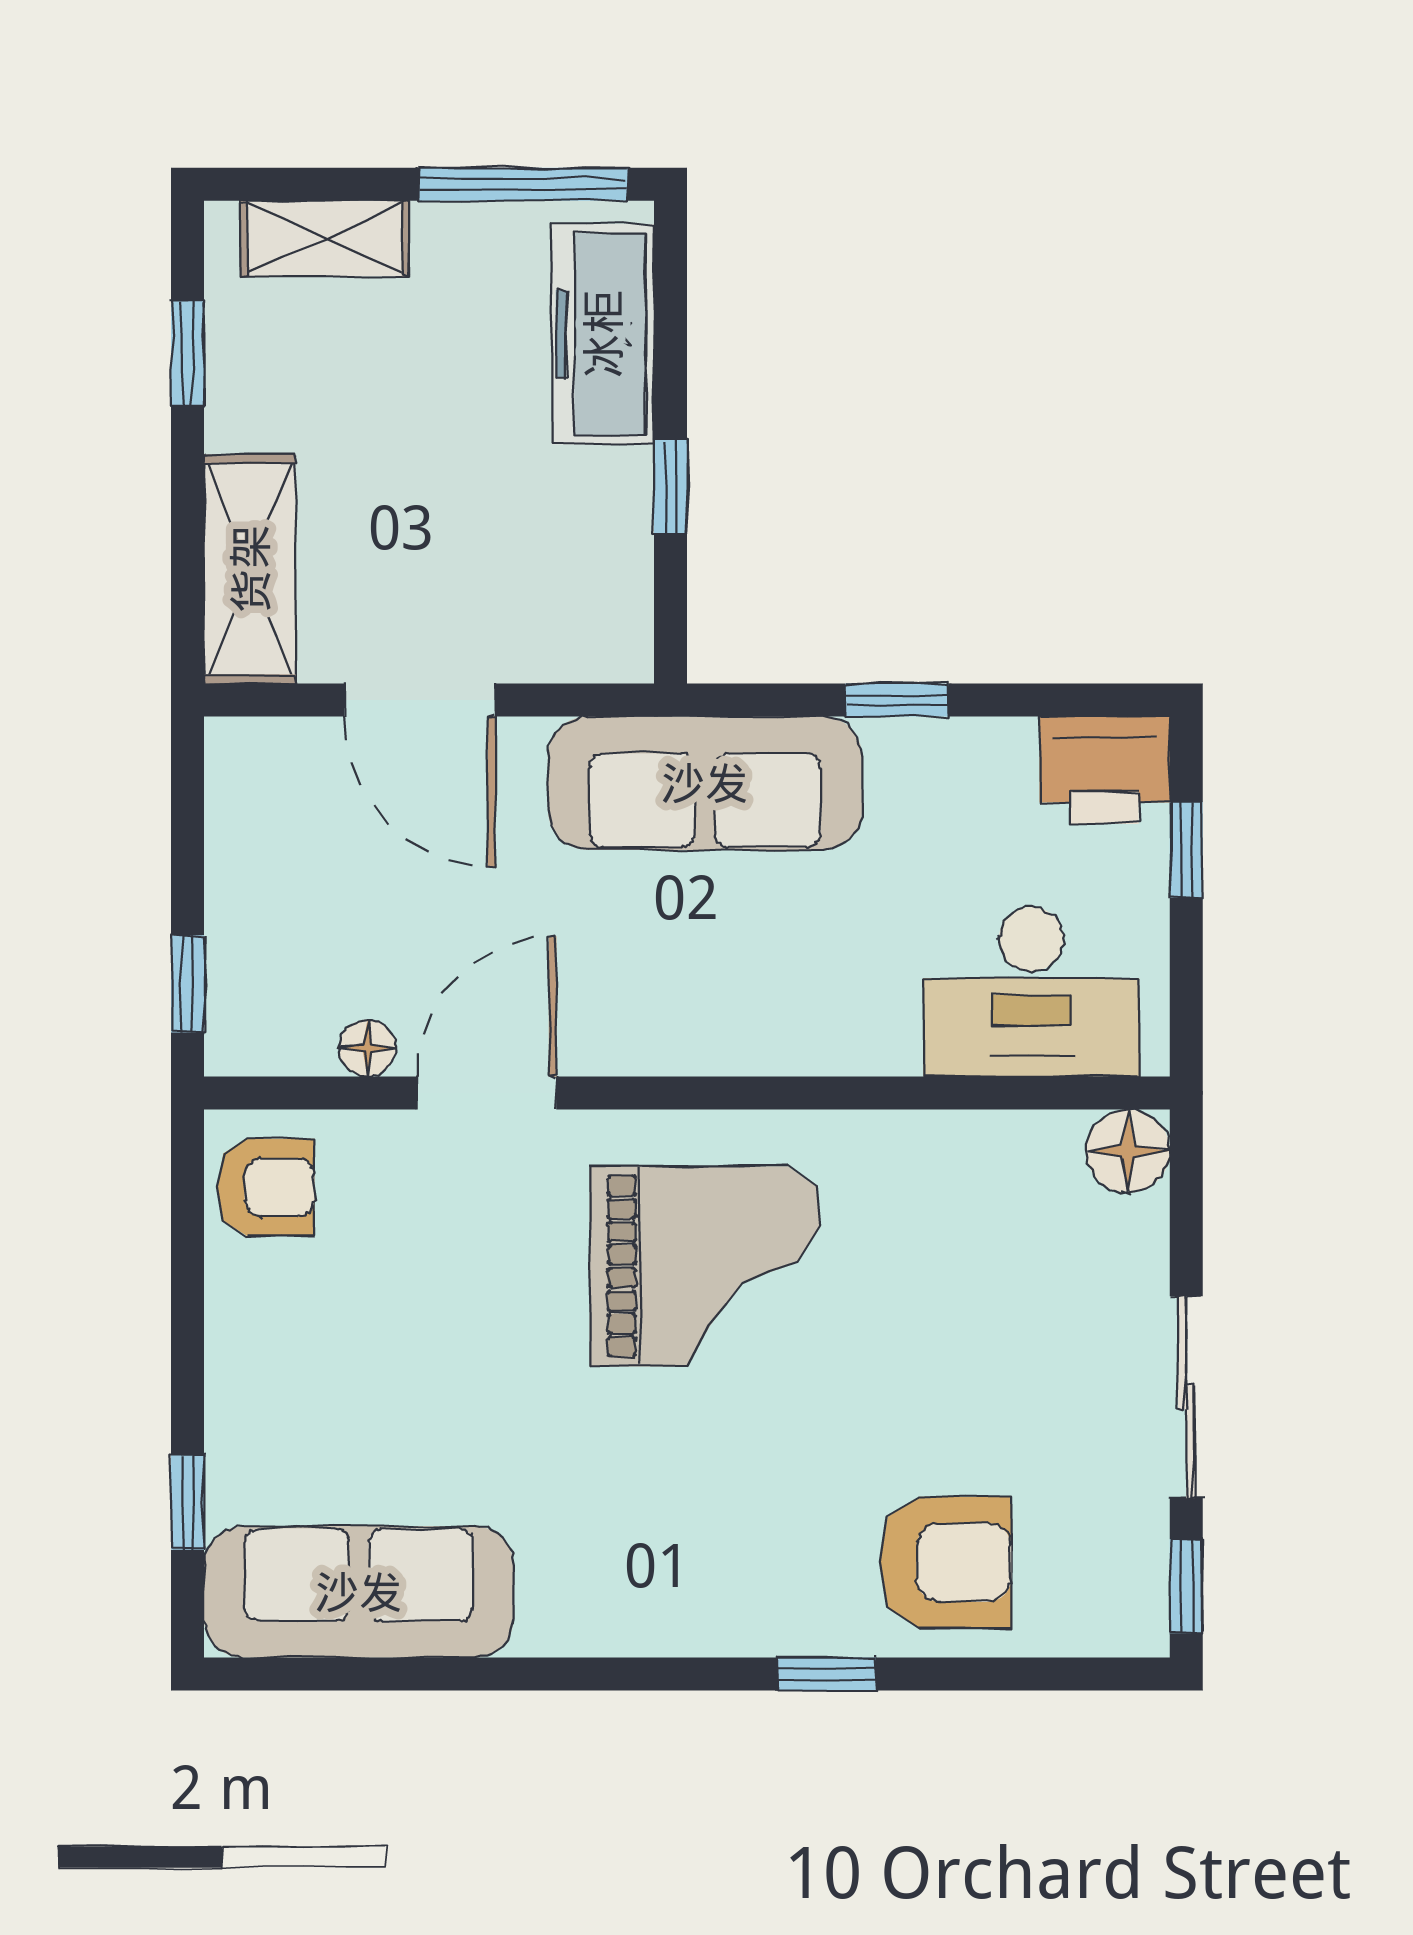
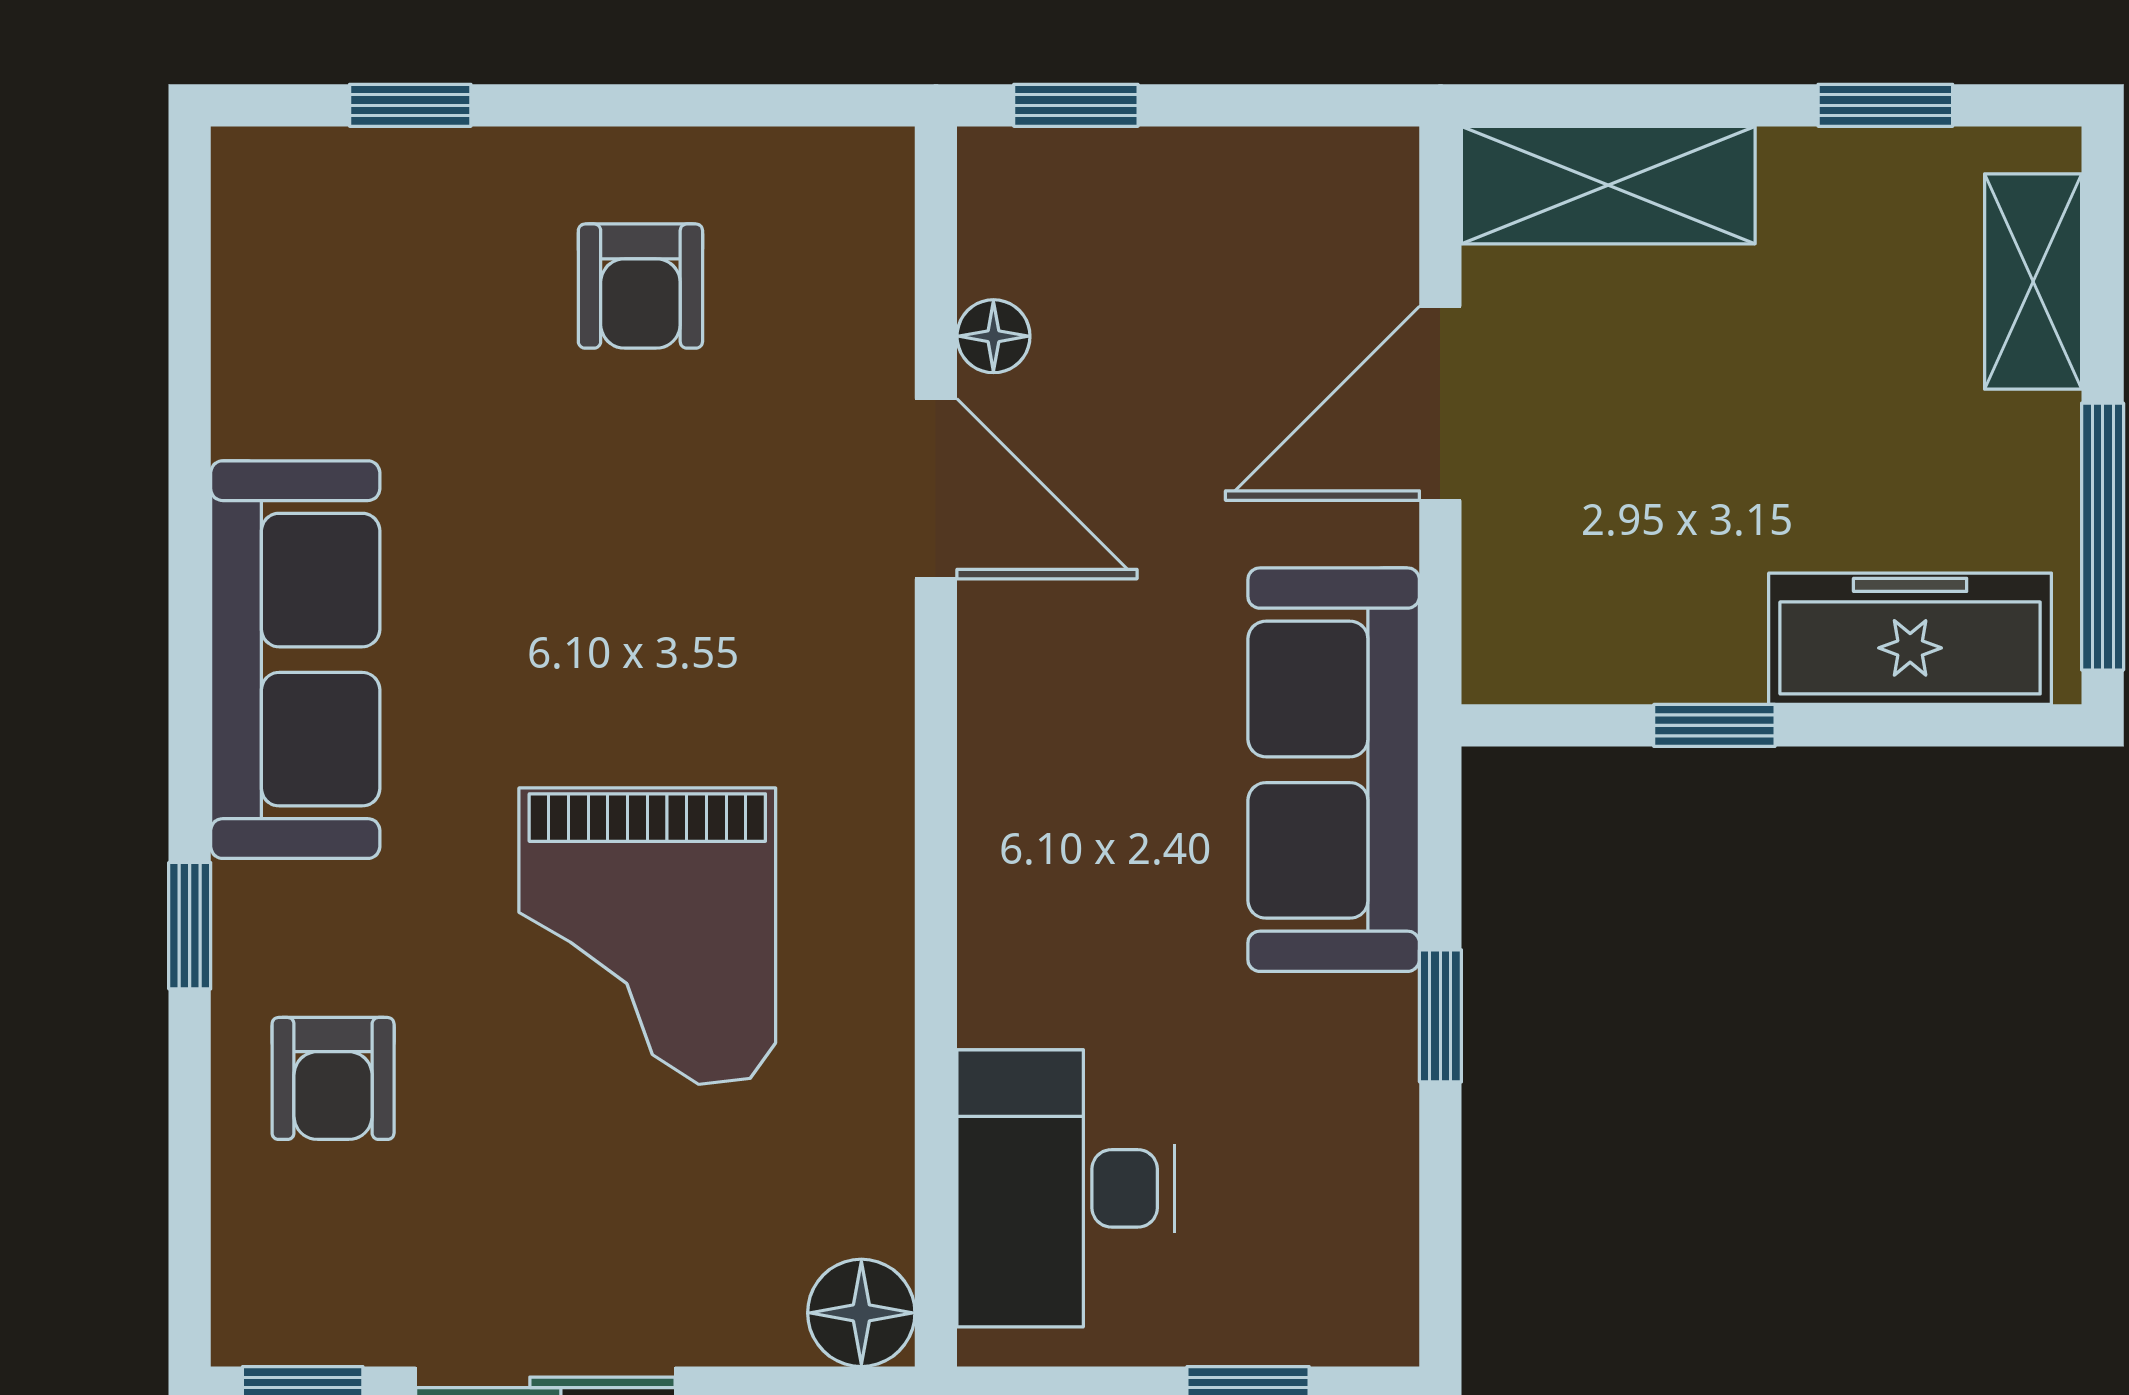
printer: (1105, 770) -> (1350, 1283), removed
armchair: (266, 1187) -> (640, 286), moved
grand piano: (705, 1266) -> (647, 936), moved
armchair: (946, 1562) -> (333, 1078), width x0.72, depth x0.72
sofa: (359, 1592) -> (295, 660), moved

